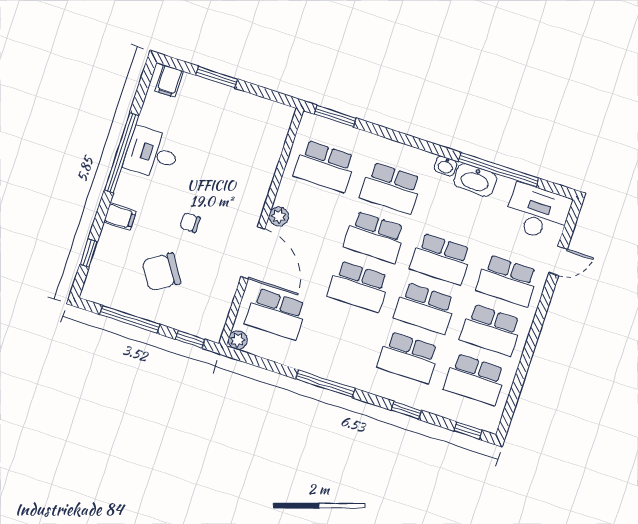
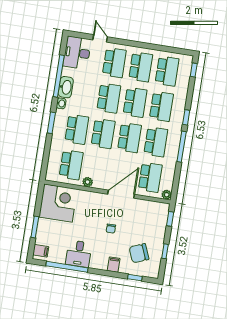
window: (335, 116) -> (51, 123), moved
corner desk: (255, 129) -> (58, 203), added
window: (122, 153) -> (67, 267), moved
plant: (279, 216) -> (88, 182), moved
chair: (161, 272) -> (139, 253), moved, turned 101
window: (130, 319) -> (165, 251), width x0.46
school desk: (342, 336) -> (156, 142), added
window: (406, 410) -> (186, 117), moved

